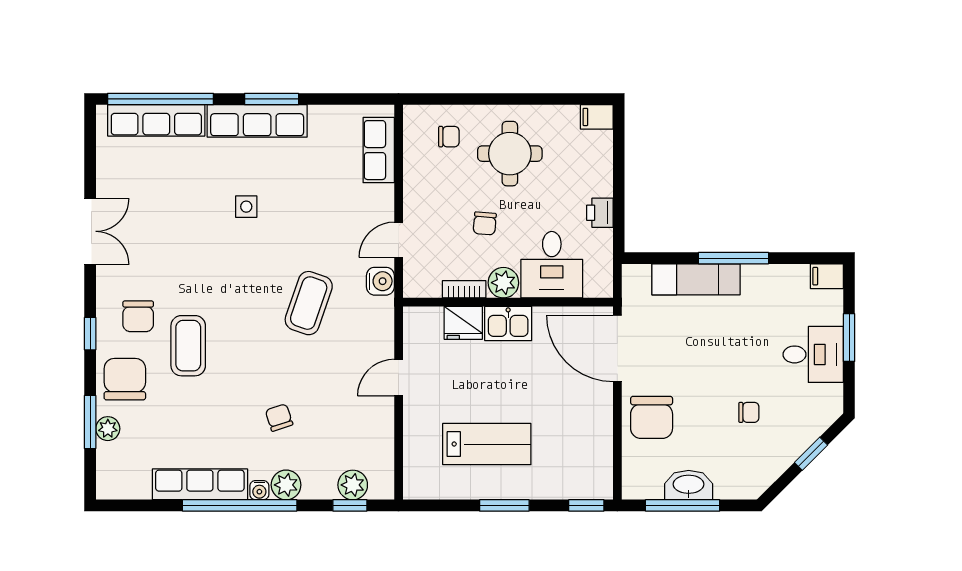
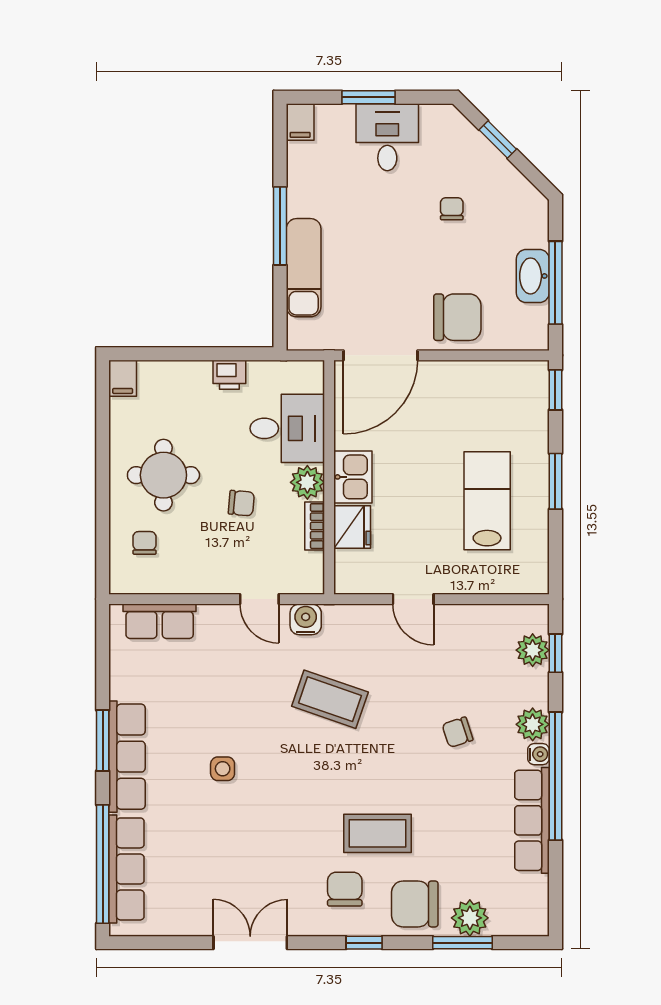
chair: (138, 316) -> (345, 889), turned -90
plant: (108, 429) -> (470, 918), width x1.38, depth x1.38

